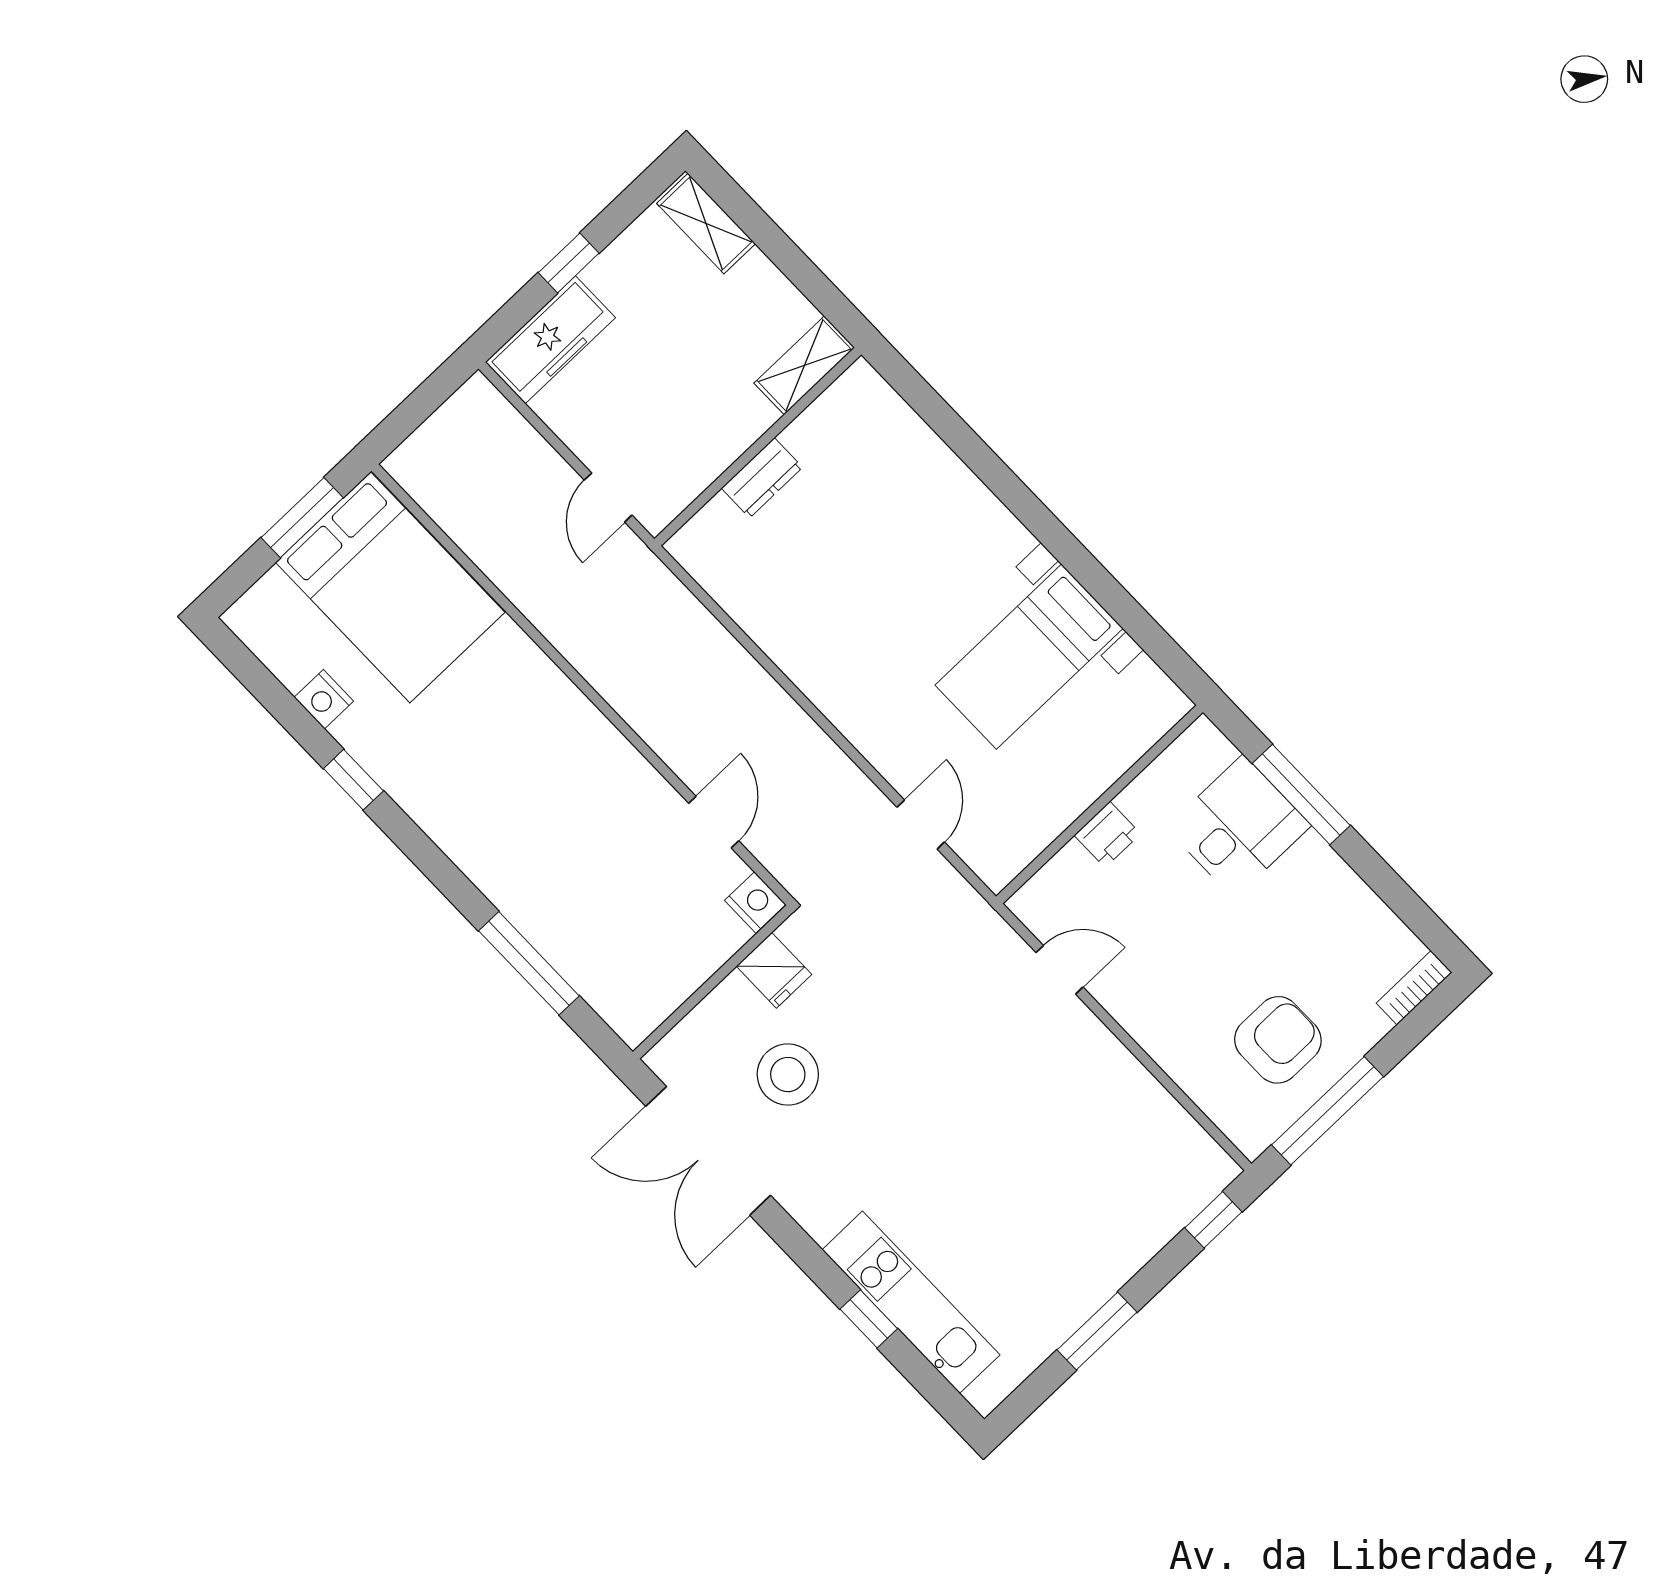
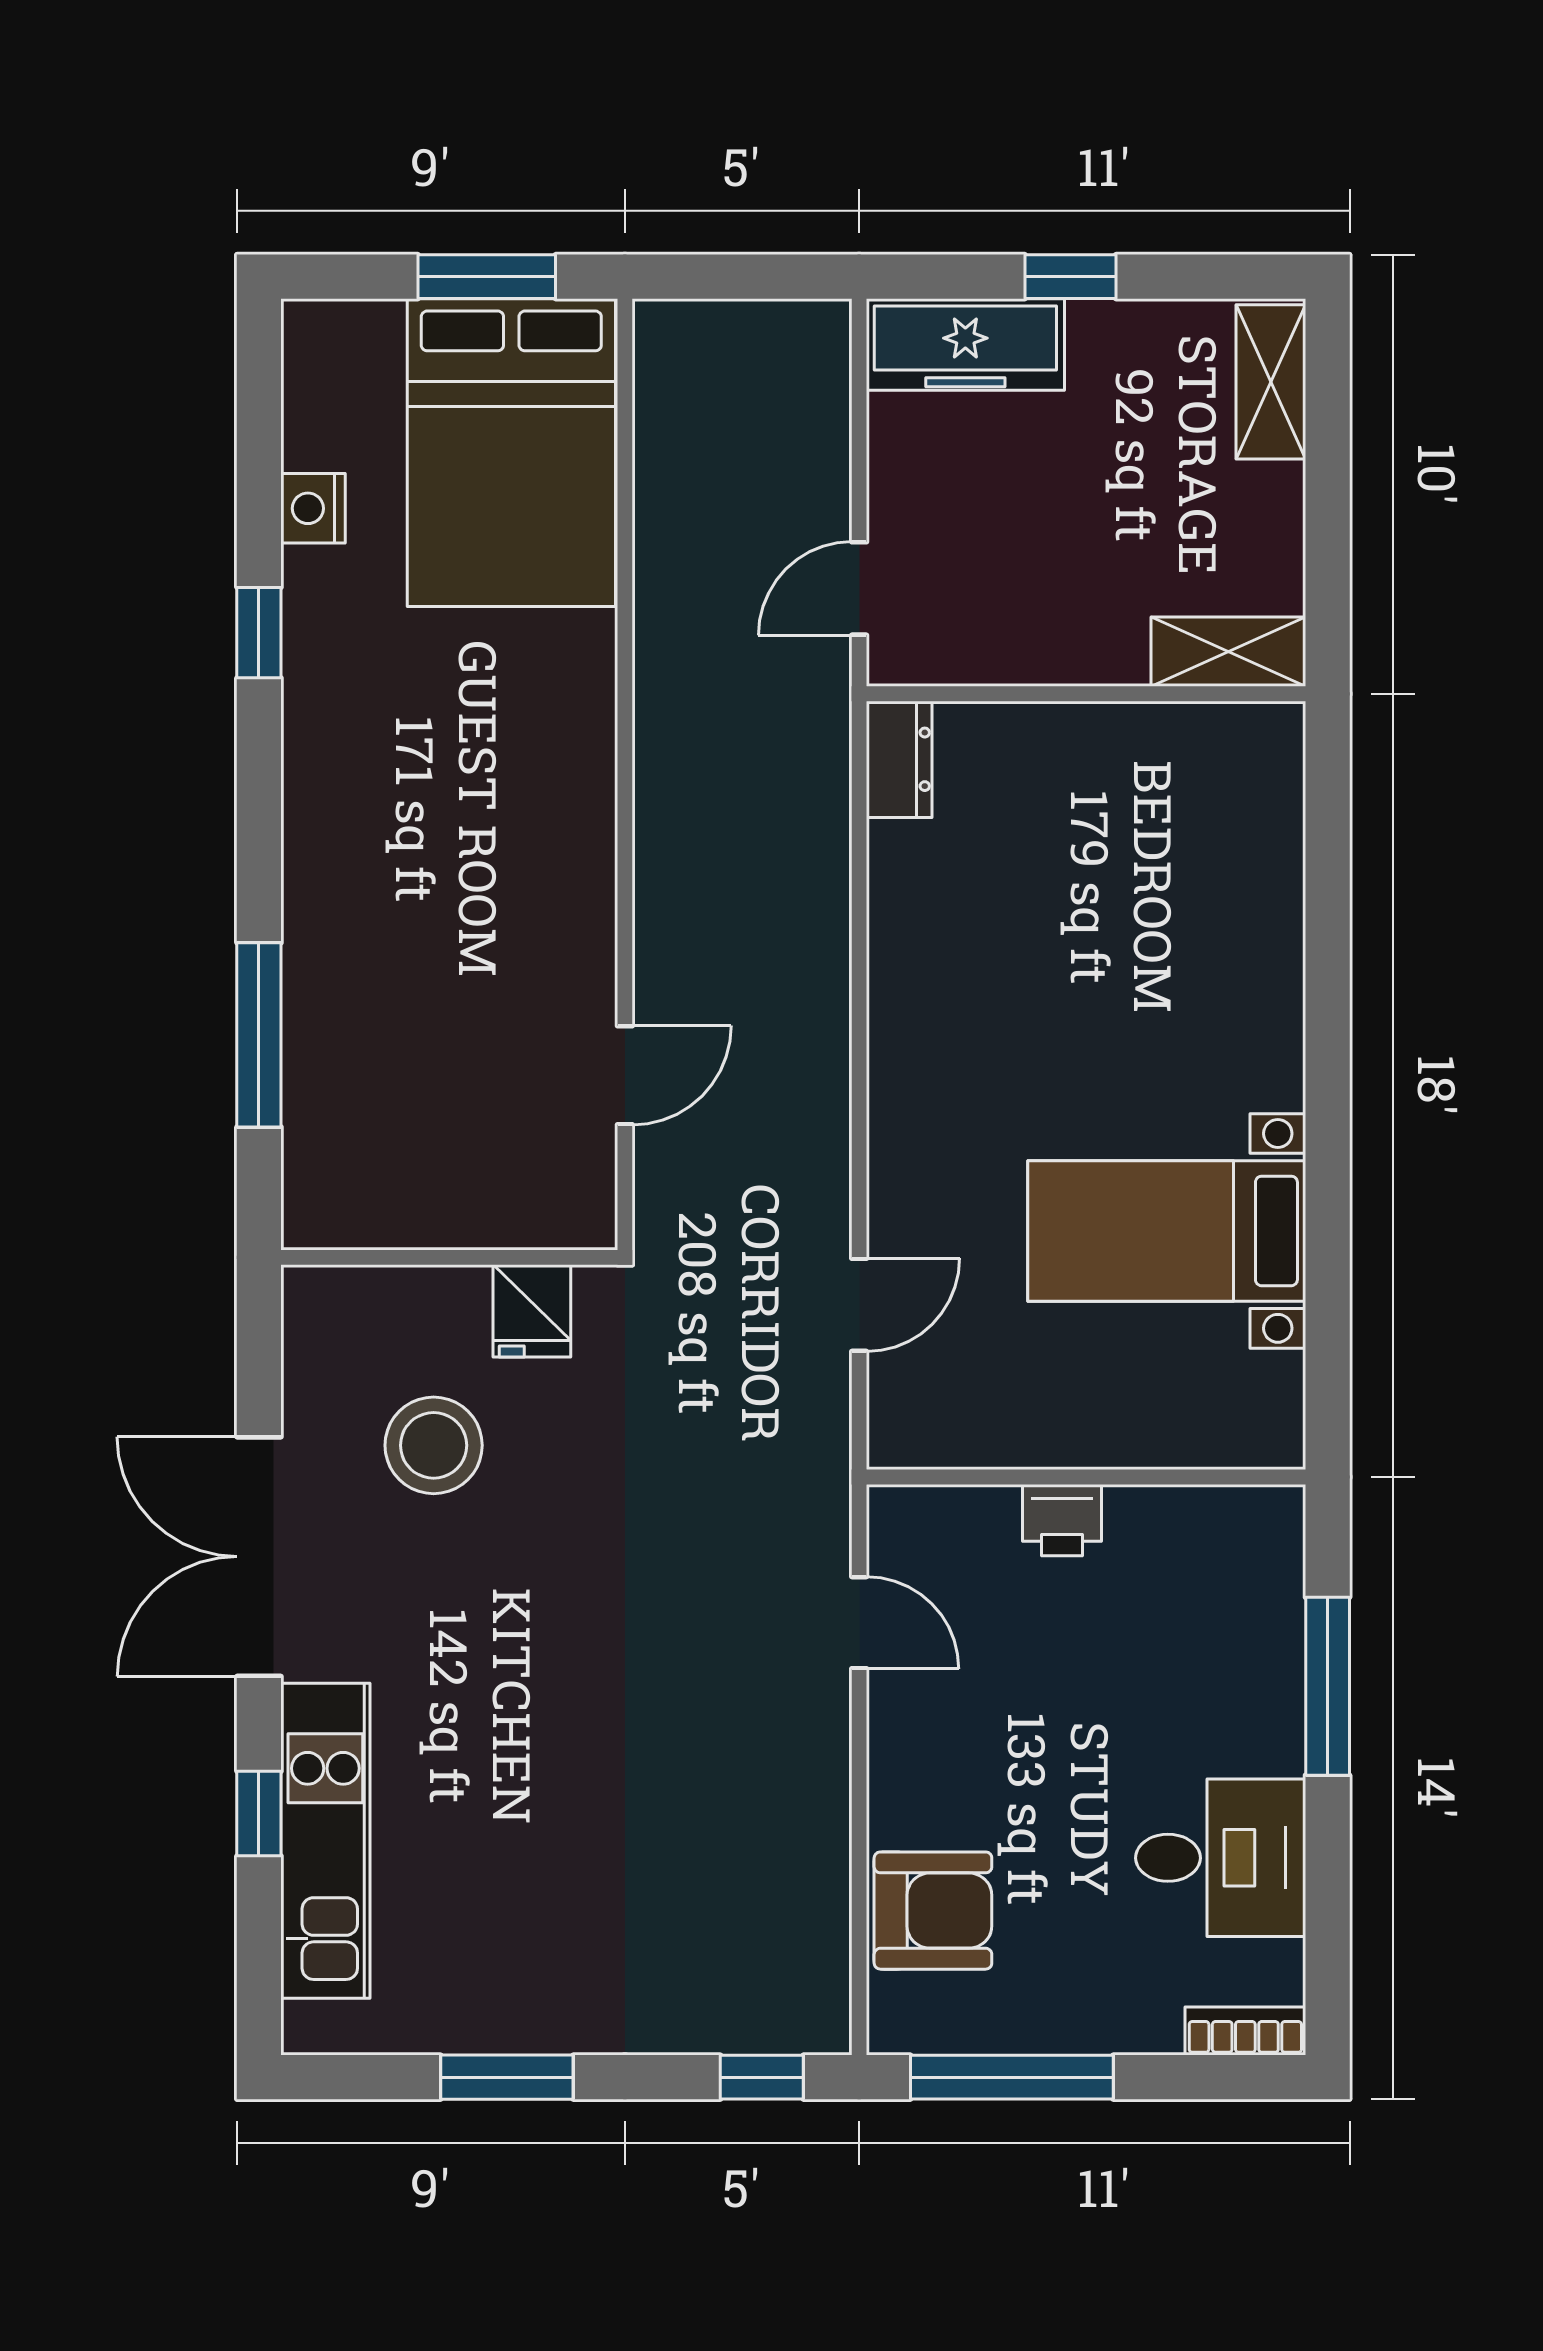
dresser: (762, 478) -> (899, 759), moved, turned -90
desk: (1238, 827) -> (1221, 1858), moved
nightstand: (755, 902) -> (584, 1213), removed
armchair: (1278, 1040) -> (933, 1911), moved
double door: (708, 1151) -> (259, 1557), moved

